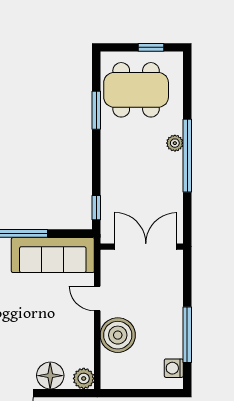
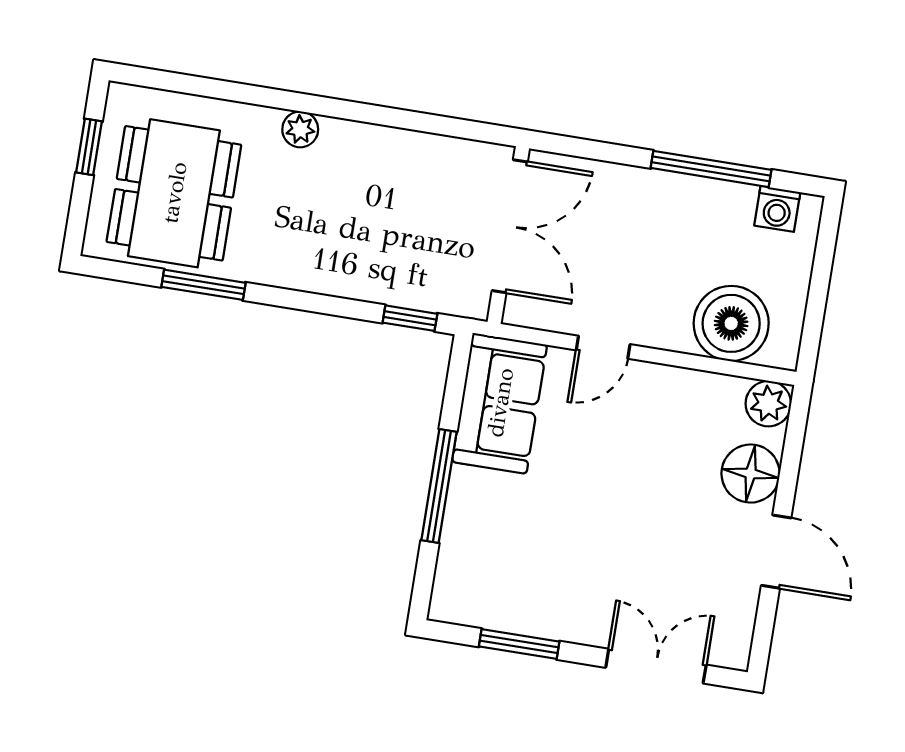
window: (187, 156) -> (331, 107), removed
double door: (146, 247) -> (510, 226), swing flipped
sofa: (53, 255) -> (500, 403), width x0.73
boiler: (118, 335) -> (731, 323), moved

